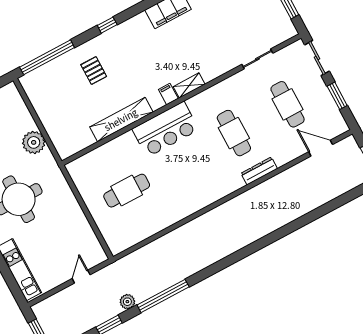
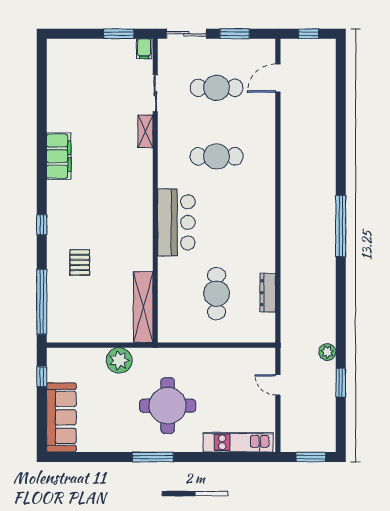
pallet: (94, 71) -> (80, 262), turned 90
shelving: (189, 85) -> (145, 131), moved
filing cabinet: (168, 94) -> (144, 49), moved, turned -90
shelving: (121, 120) -> (143, 307), moved
dresser: (259, 171) -> (268, 293), moved
window: (163, 296) -> (341, 226), moved

